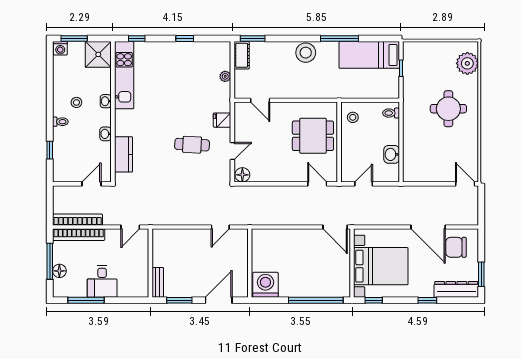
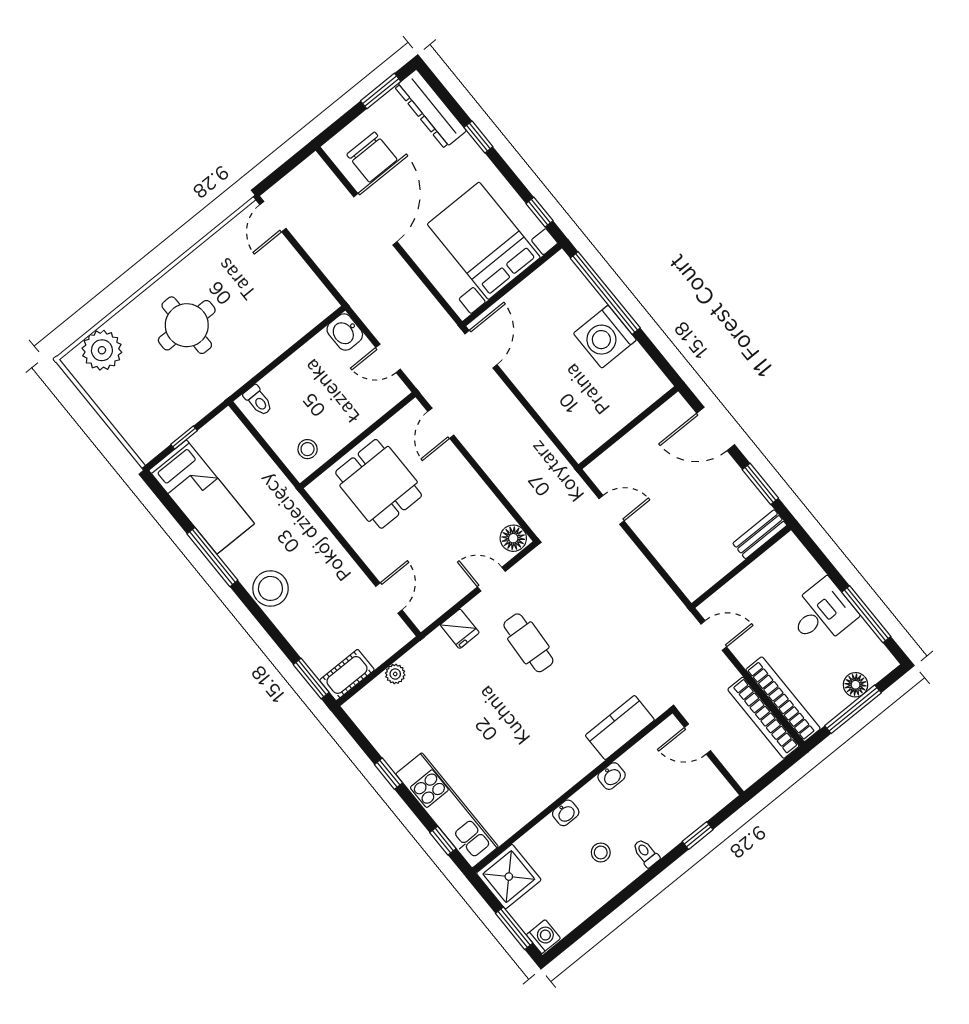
kitchen unit: (124, 75) -> (447, 810), moved, turned 90
washbasin: (392, 154) -> (345, 332), moved, turned 90
washing machine: (265, 285) -> (605, 337), moved

